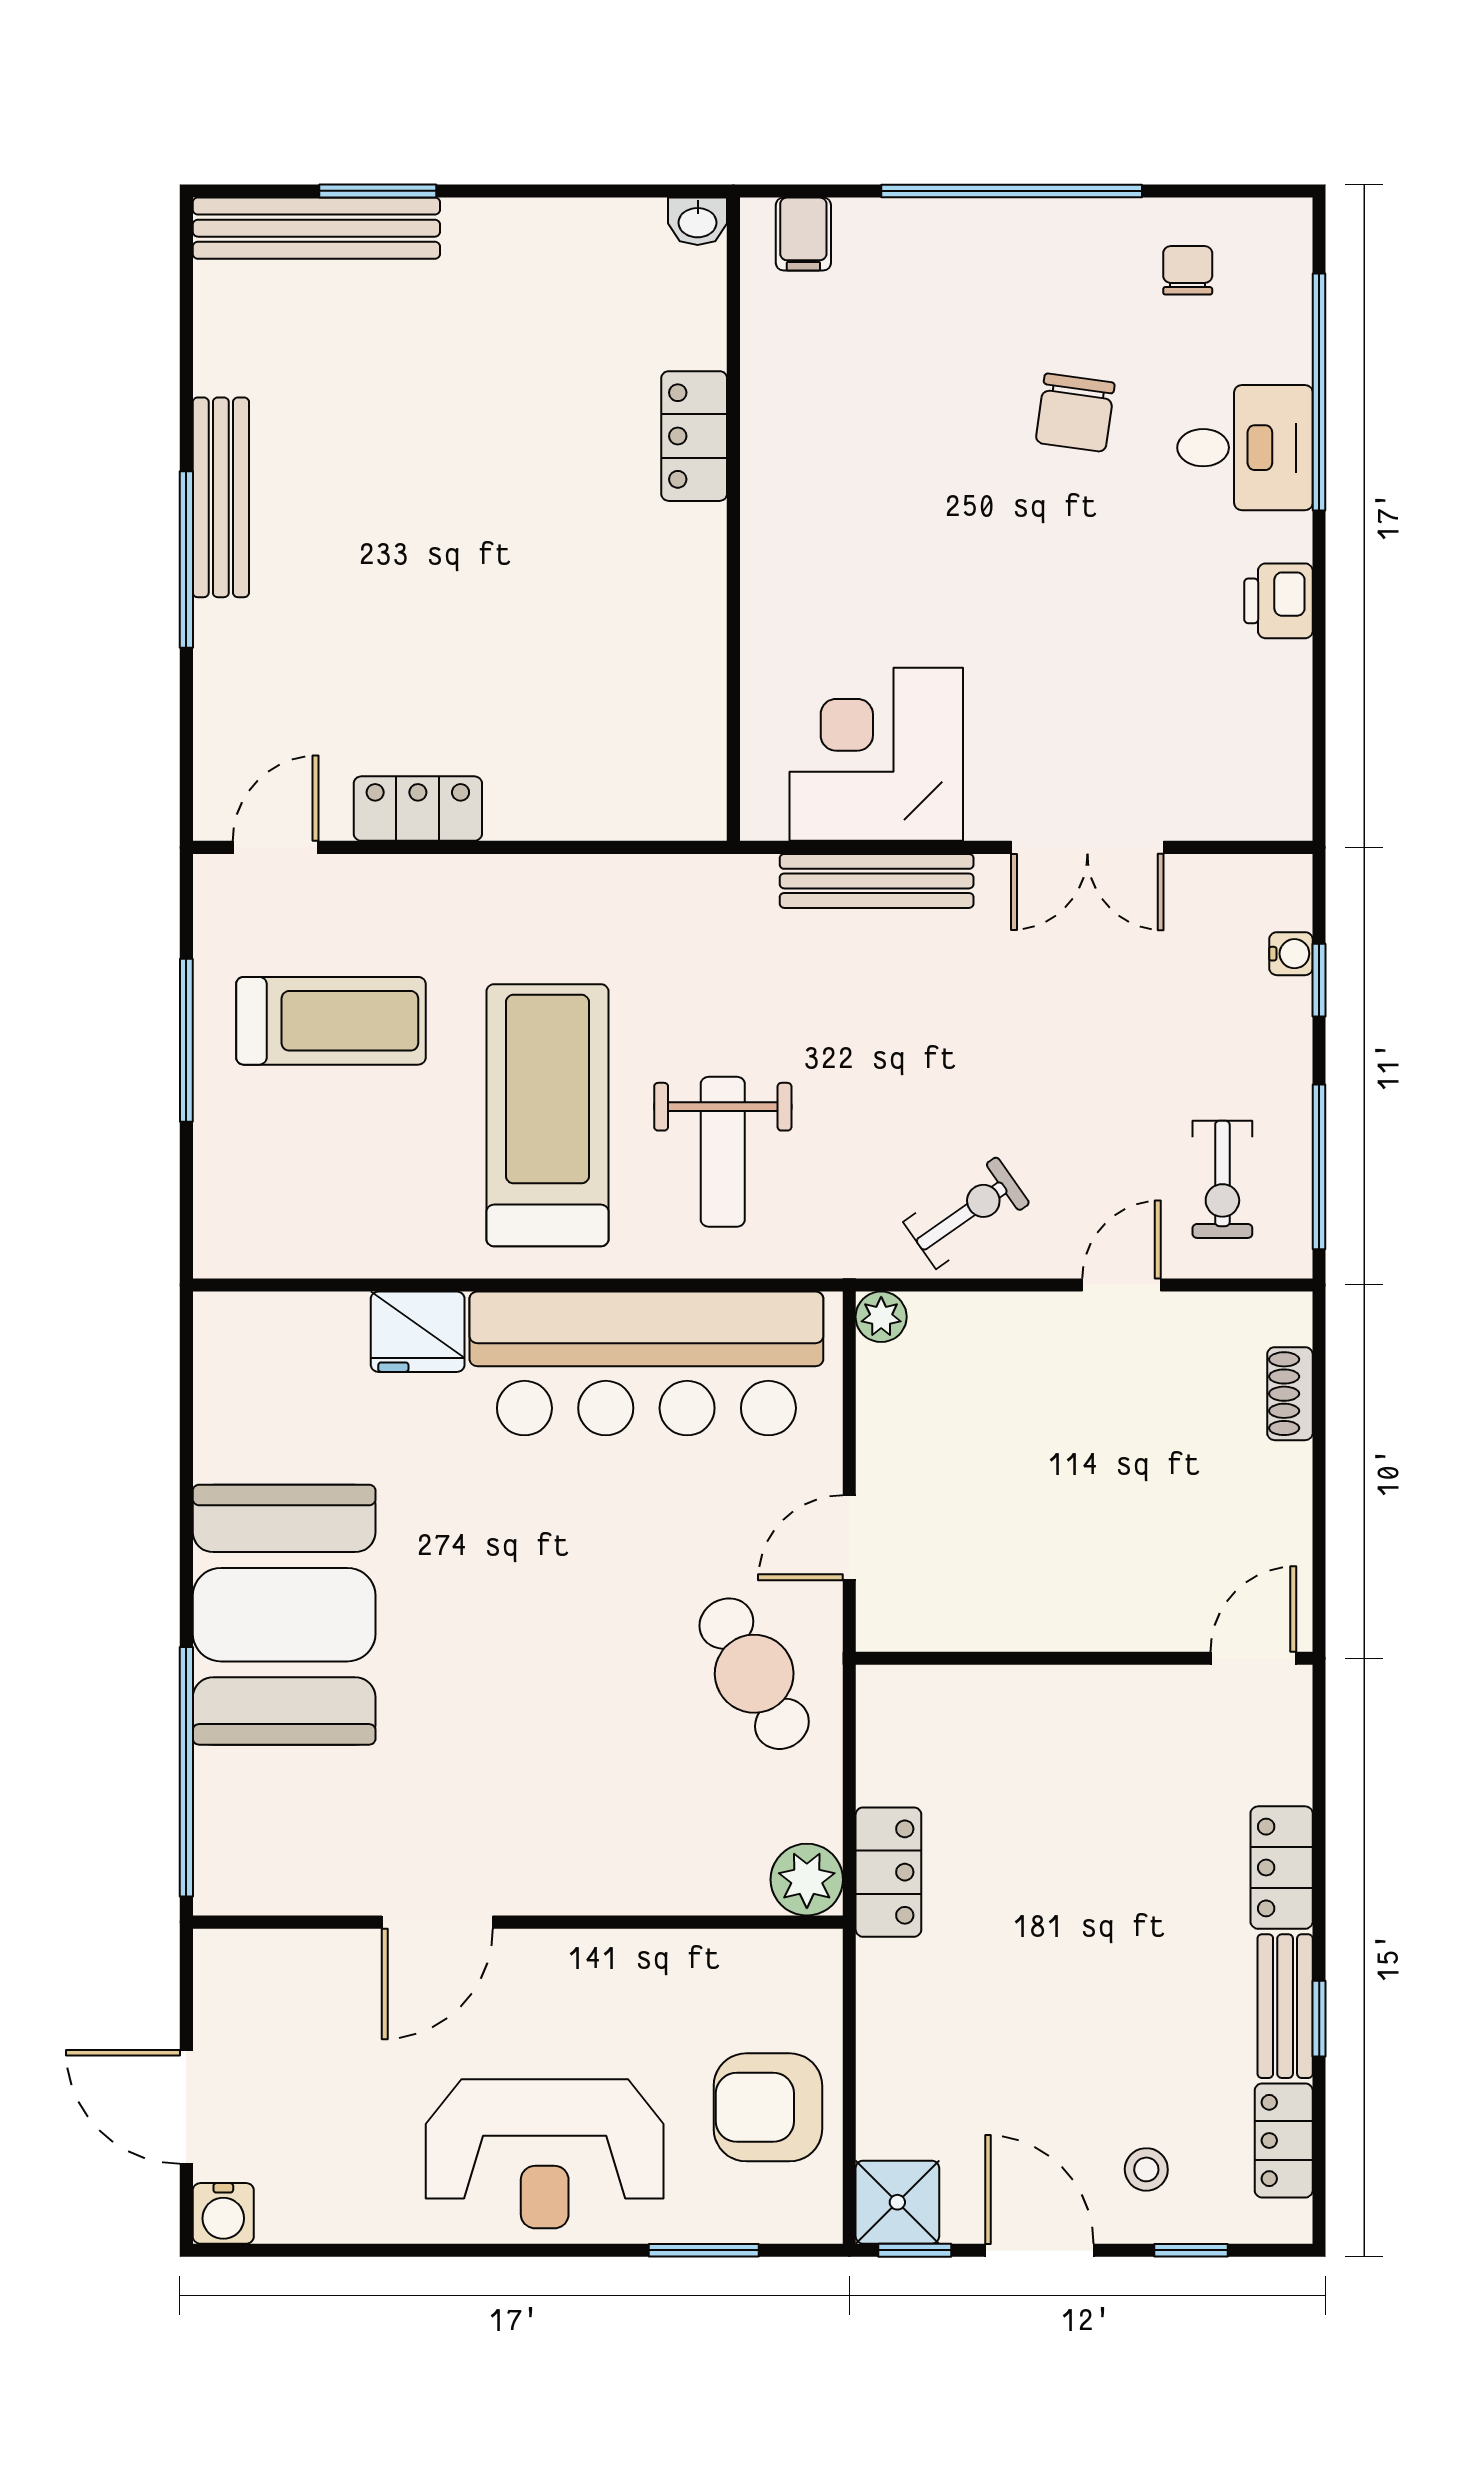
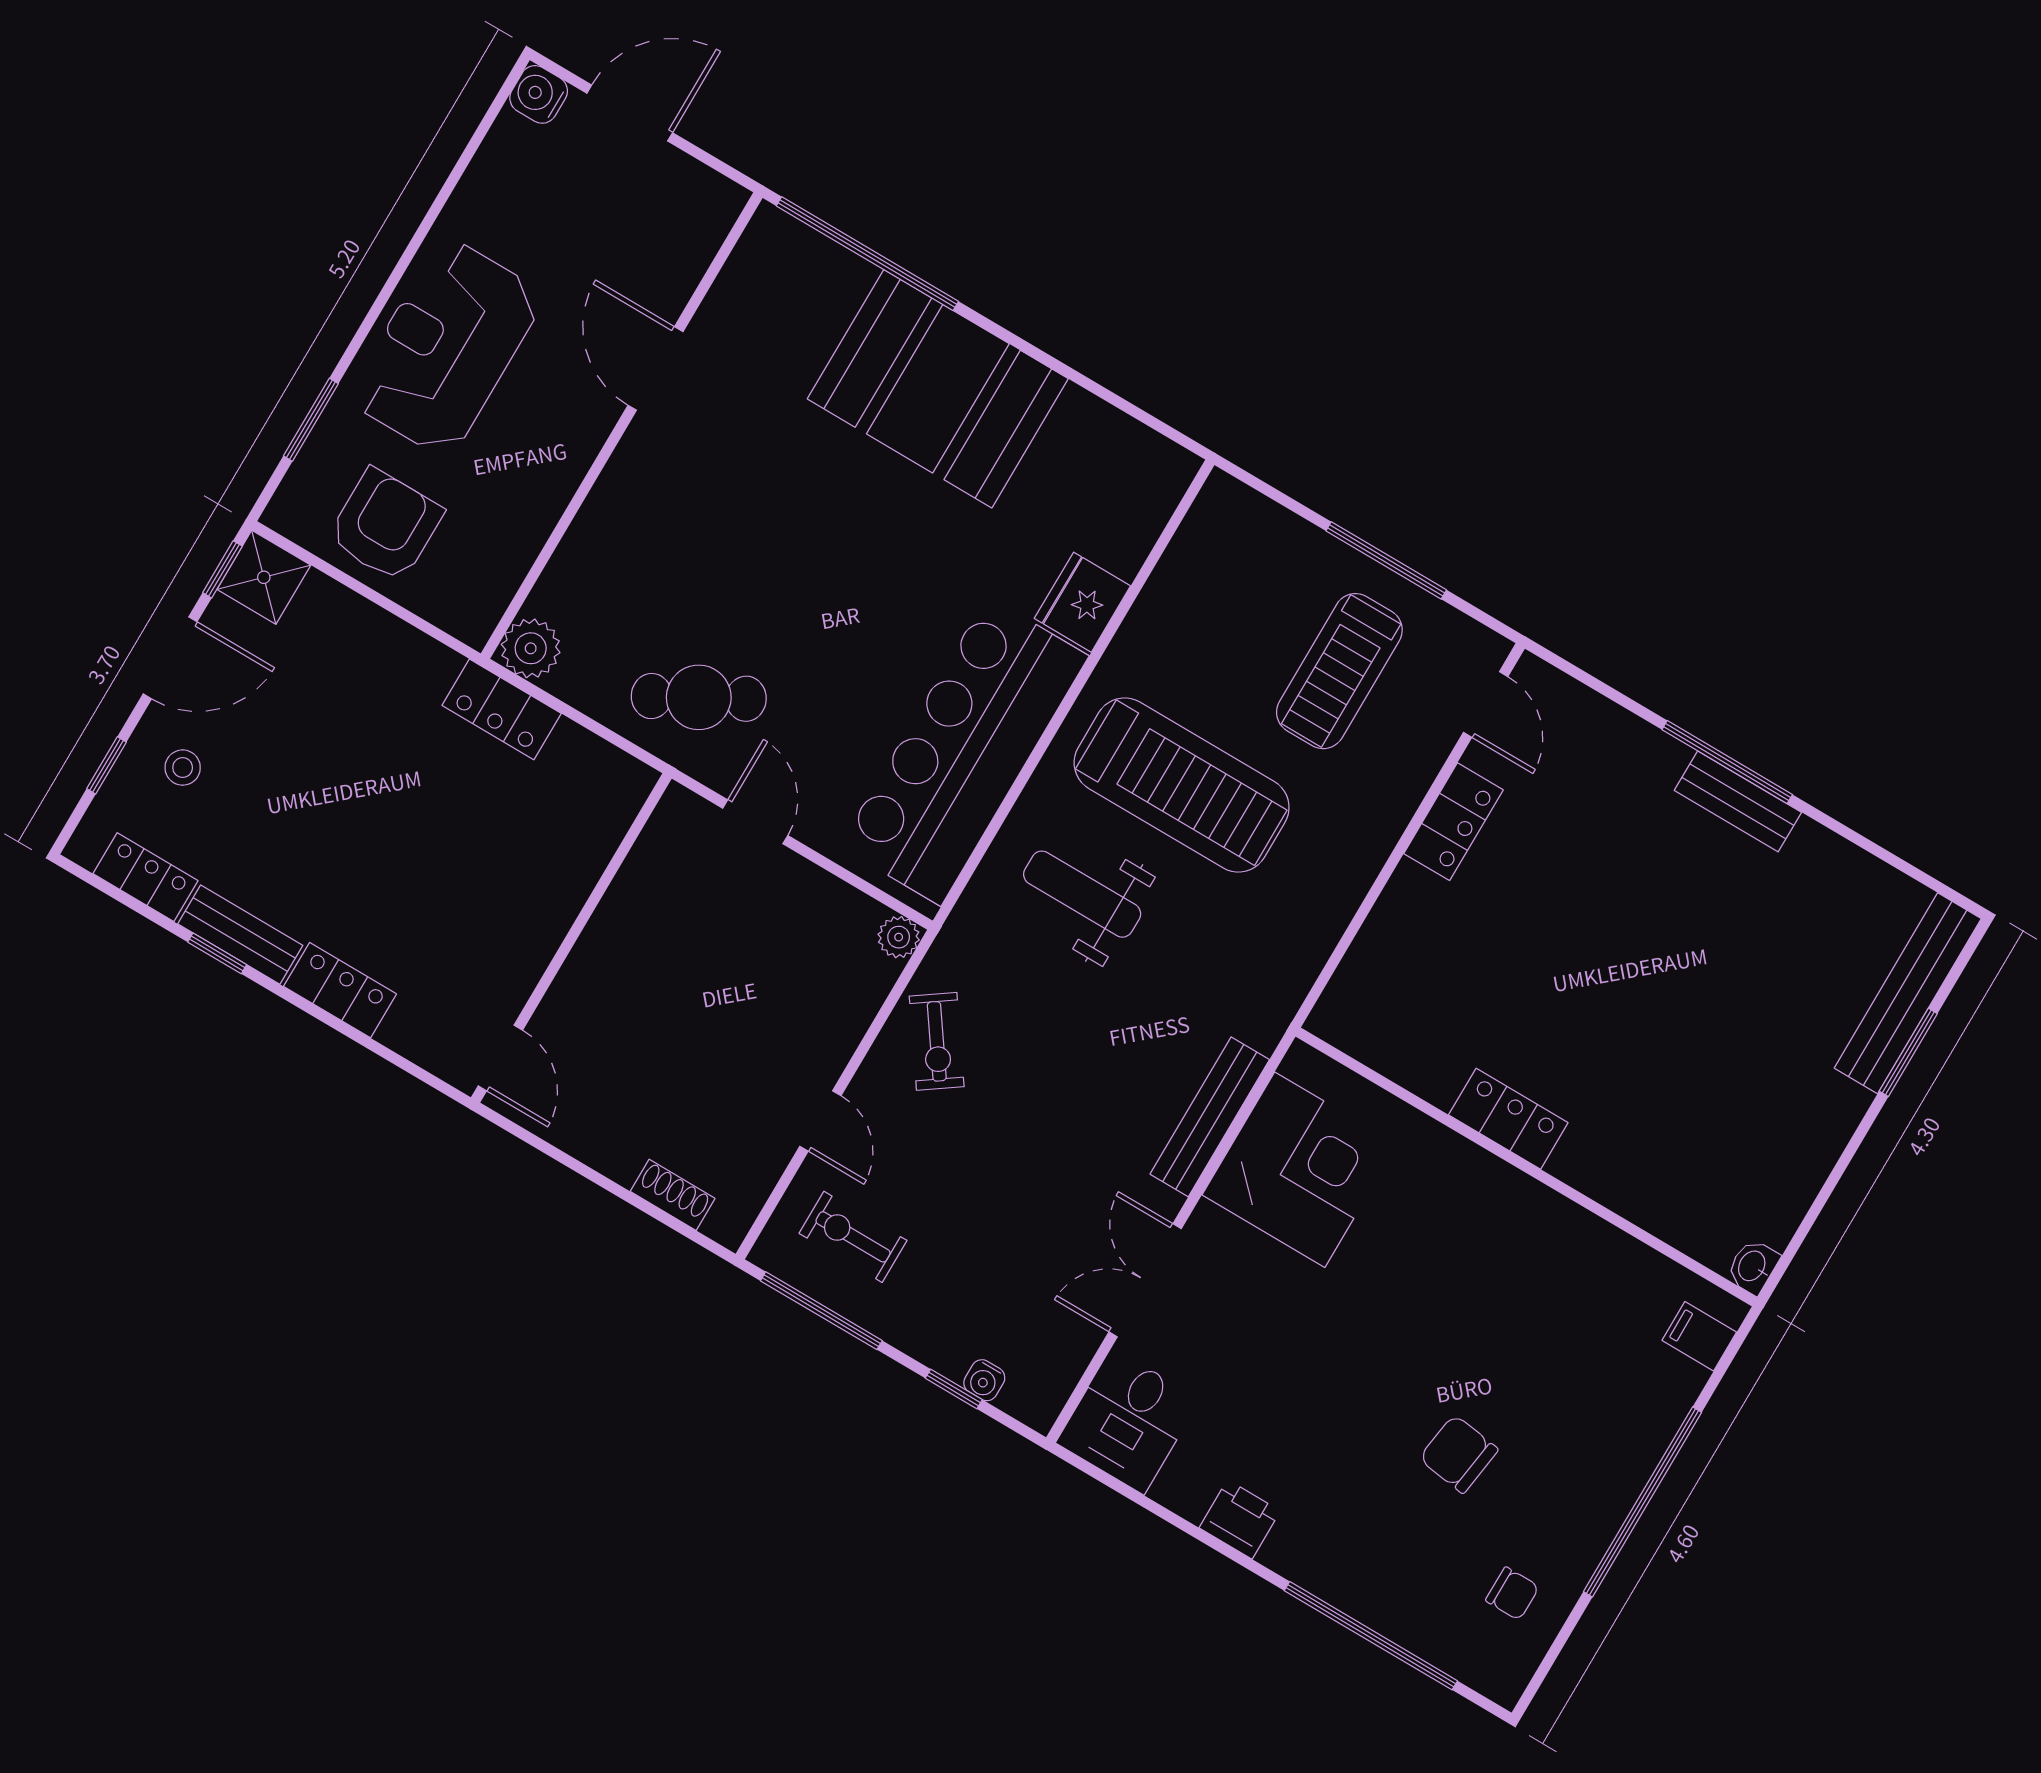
locker: (694, 436) -> (1508, 1119), moved
desk: (1245, 448) -> (1128, 1421), moved
bench: (221, 497) -> (1738, 801), width x0.73

